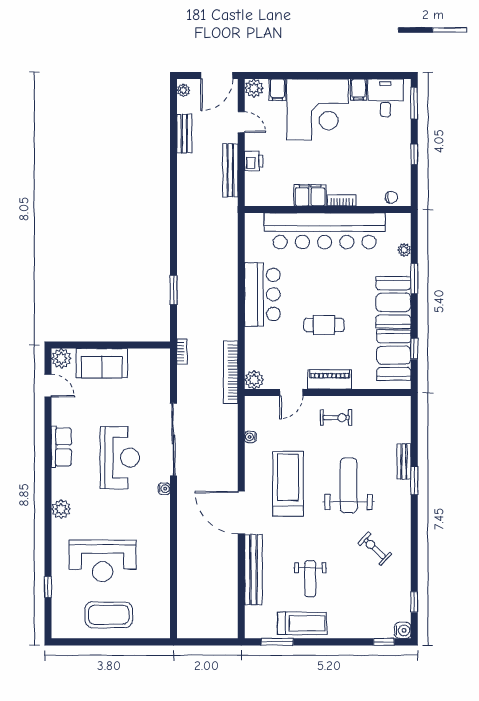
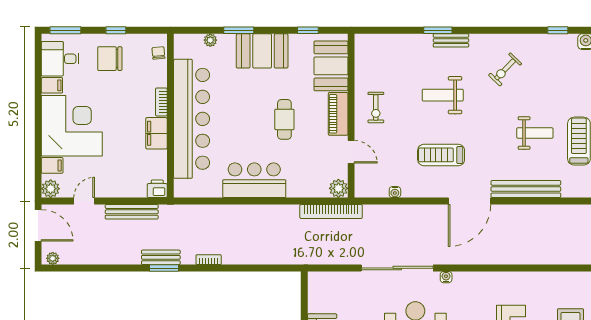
bench: (184, 134) -> (161, 257), moved
chair: (386, 148) -> (110, 59), added
printer: (254, 161) -> (157, 189), moved
window: (173, 290) -> (164, 268), moved
bookcase: (182, 352) -> (209, 260), moved
booth: (394, 355) -> (331, 66), moved, turned 90
exercise bike: (336, 418) -> (376, 108), turned 180
bench: (404, 461) -> (451, 40), moved
treadmill: (288, 484) -> (441, 155), width x0.73, depth x0.73
weight bench: (349, 485) -> (443, 95), width x0.73, depth x0.75

